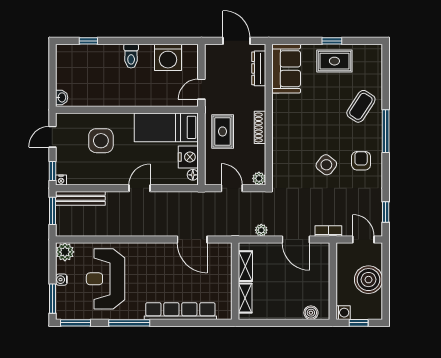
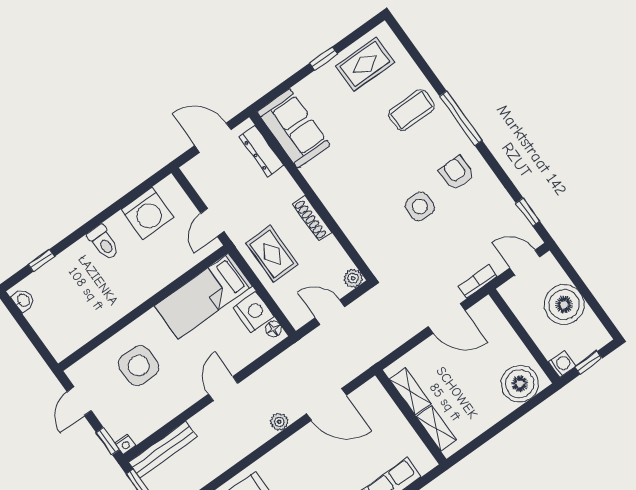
rug: (334, 61) -> (365, 64), moved
washbasin: (62, 97) -> (23, 300), moved
coffee table: (361, 106) -> (411, 110), turned 57
side table: (326, 165) -> (420, 207), turned -38
plant: (261, 230) -> (279, 422), moved
boiler: (311, 313) -> (520, 384), width x1.86, depth x1.86

